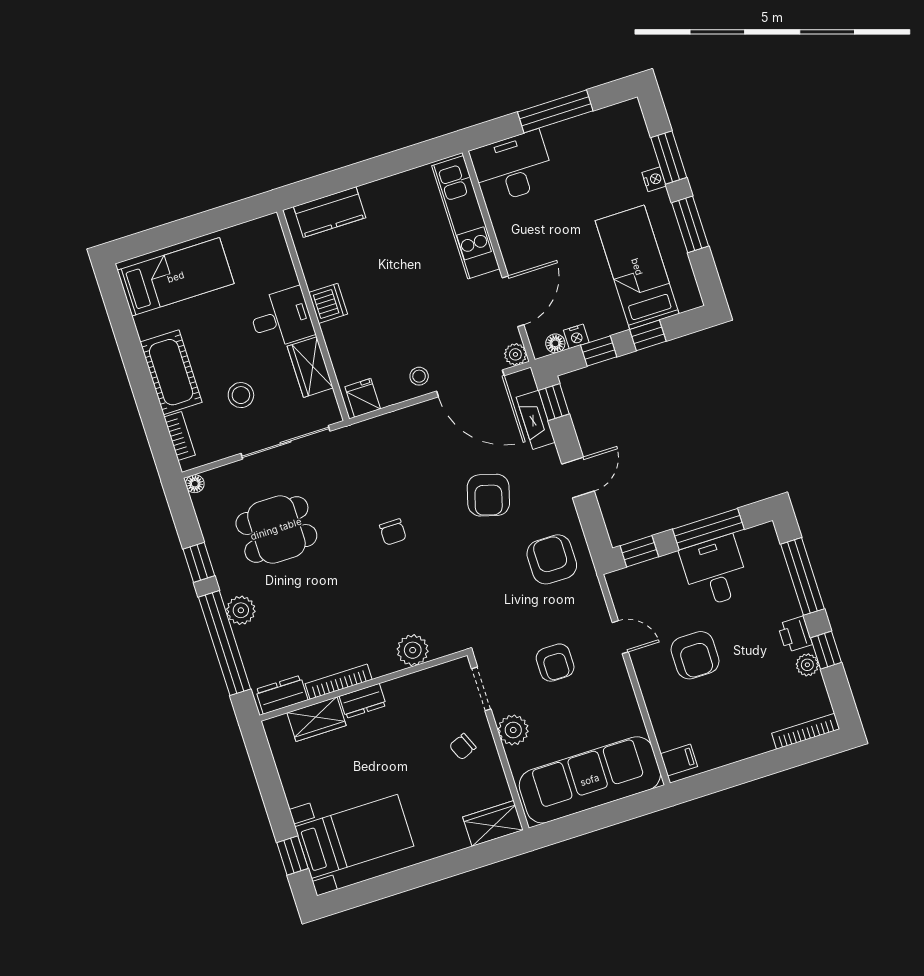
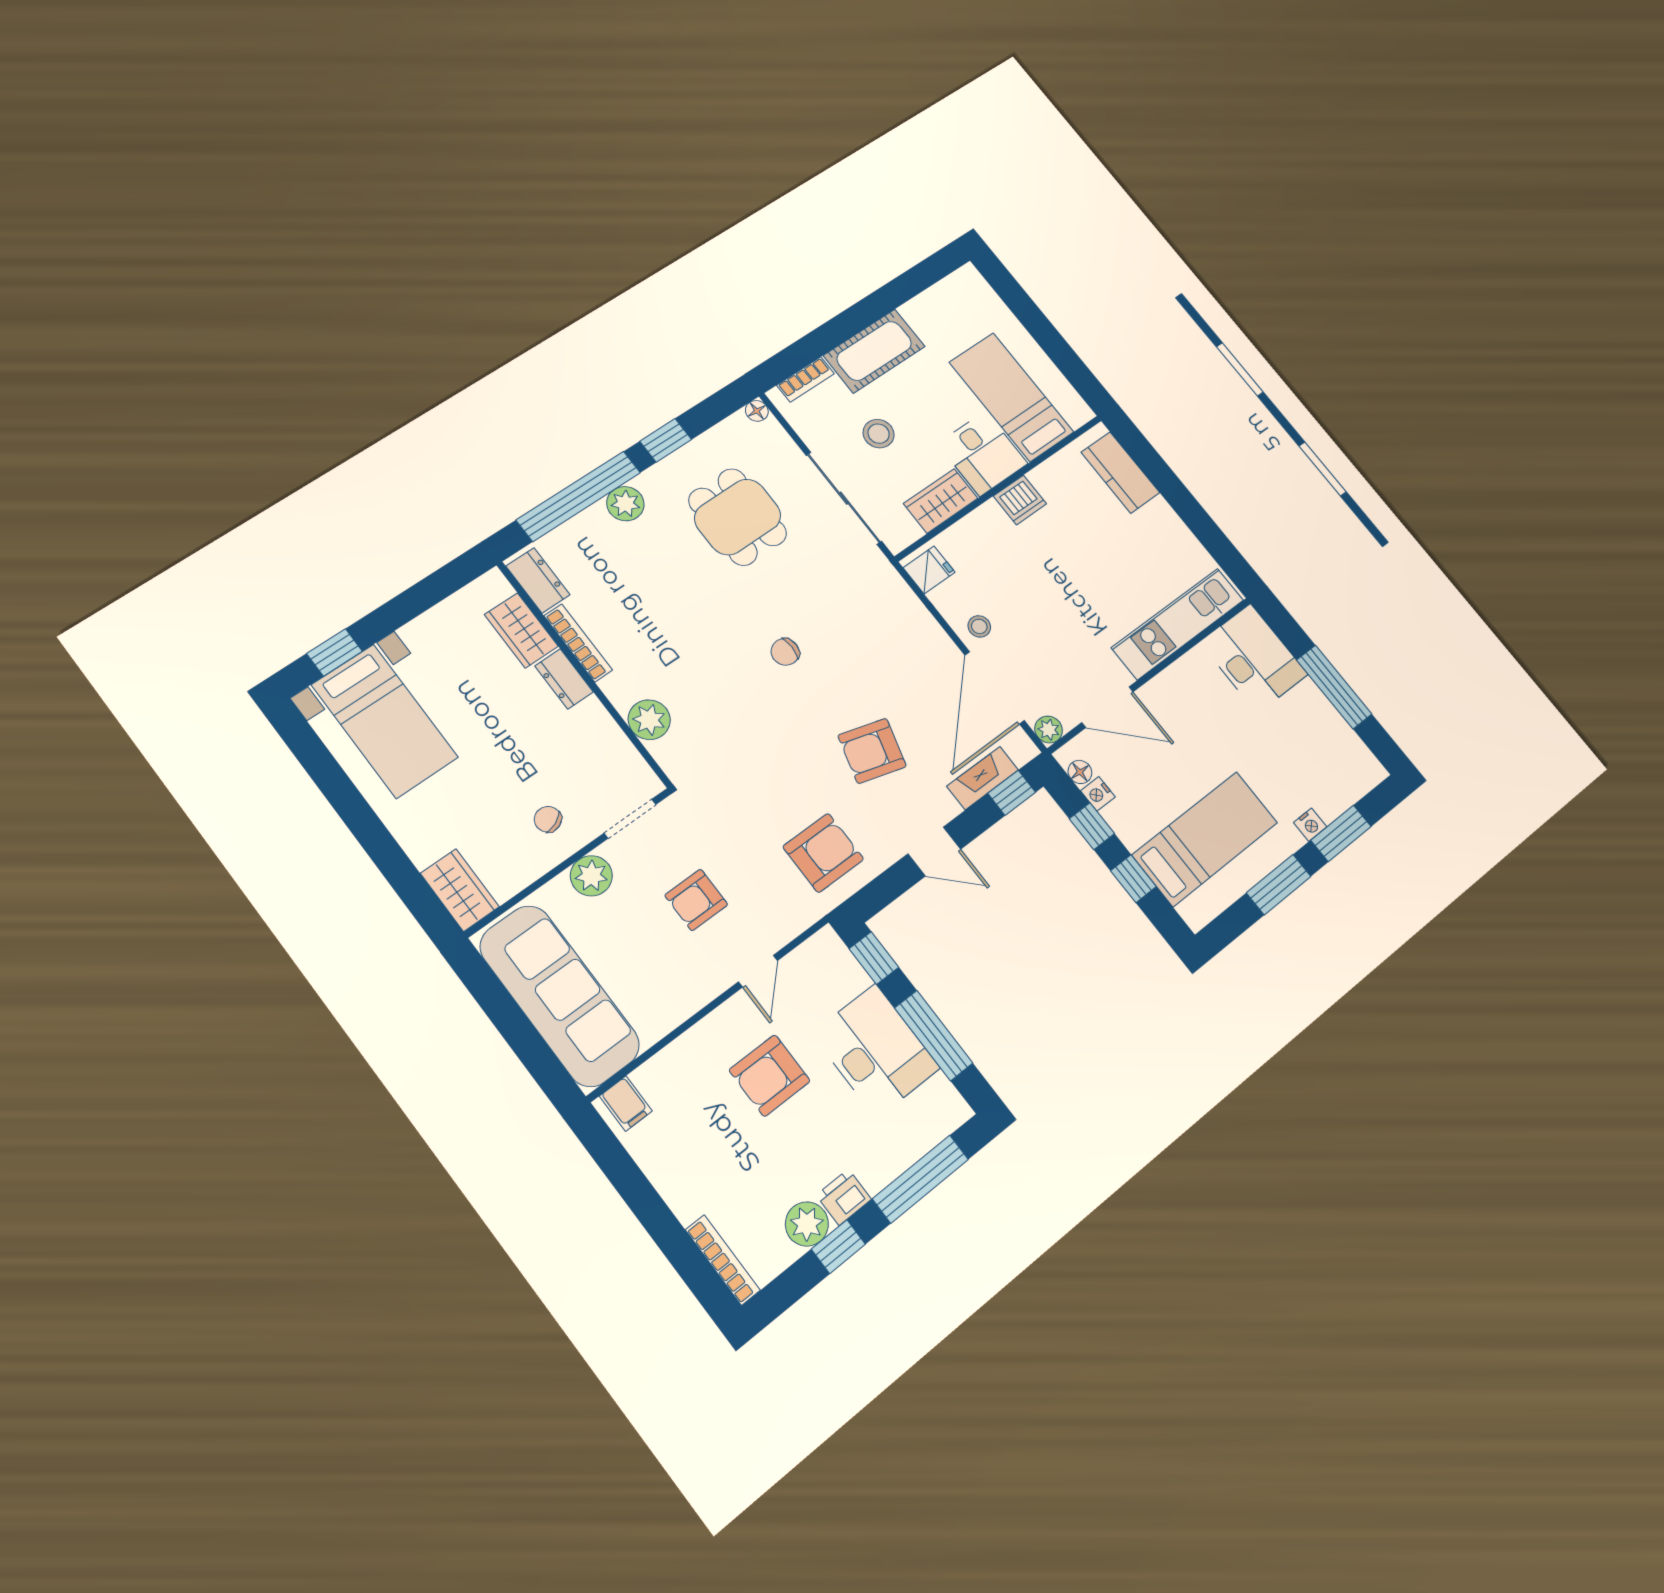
bed: (176, 277) -> (1011, 397), moved, turned 180
desk: (715, 571) -> (876, 1051), width x1.37
plant: (807, 665) -> (807, 1224), width x1.38, depth x1.38

